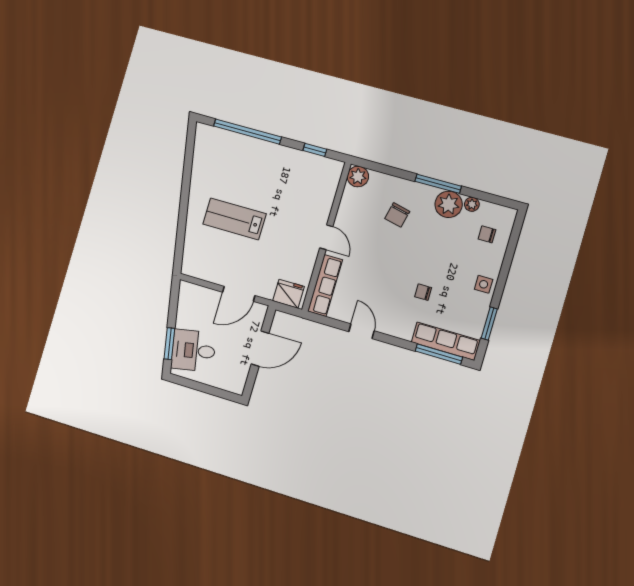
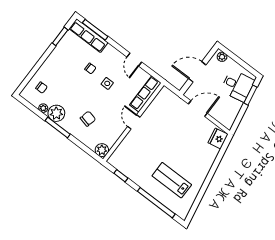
lab bench: (234, 219) -> (172, 180), moved, turned 180
side table: (484, 284) -> (107, 83), moved
fridge: (289, 294) -> (218, 139), moved, turned 79
plant: (232, 385) -> (222, 57), added

